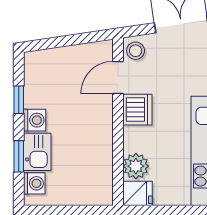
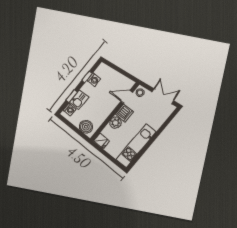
washing machine: (35, 120) -> (94, 80), moved
plant: (136, 166) -> (115, 123), moved
boiler: (89, 191) -> (86, 127), added

